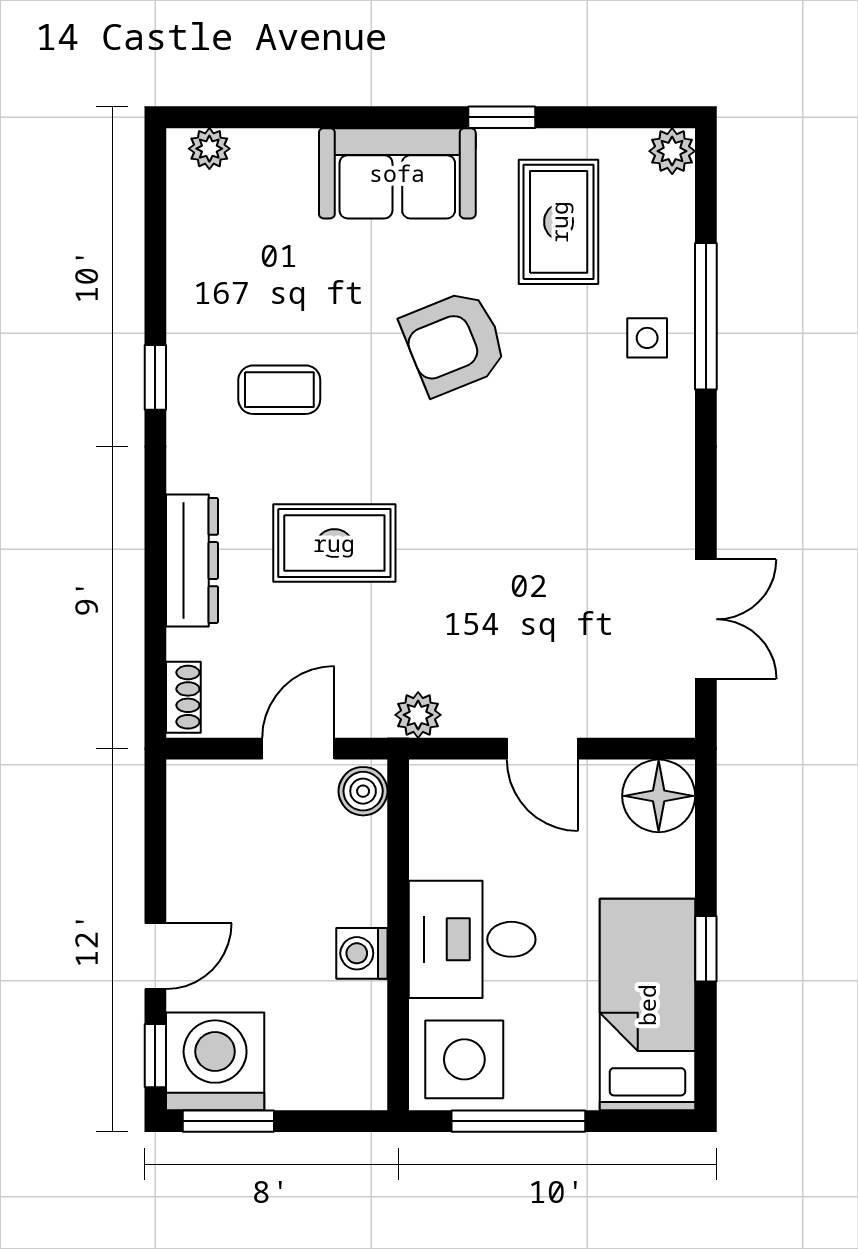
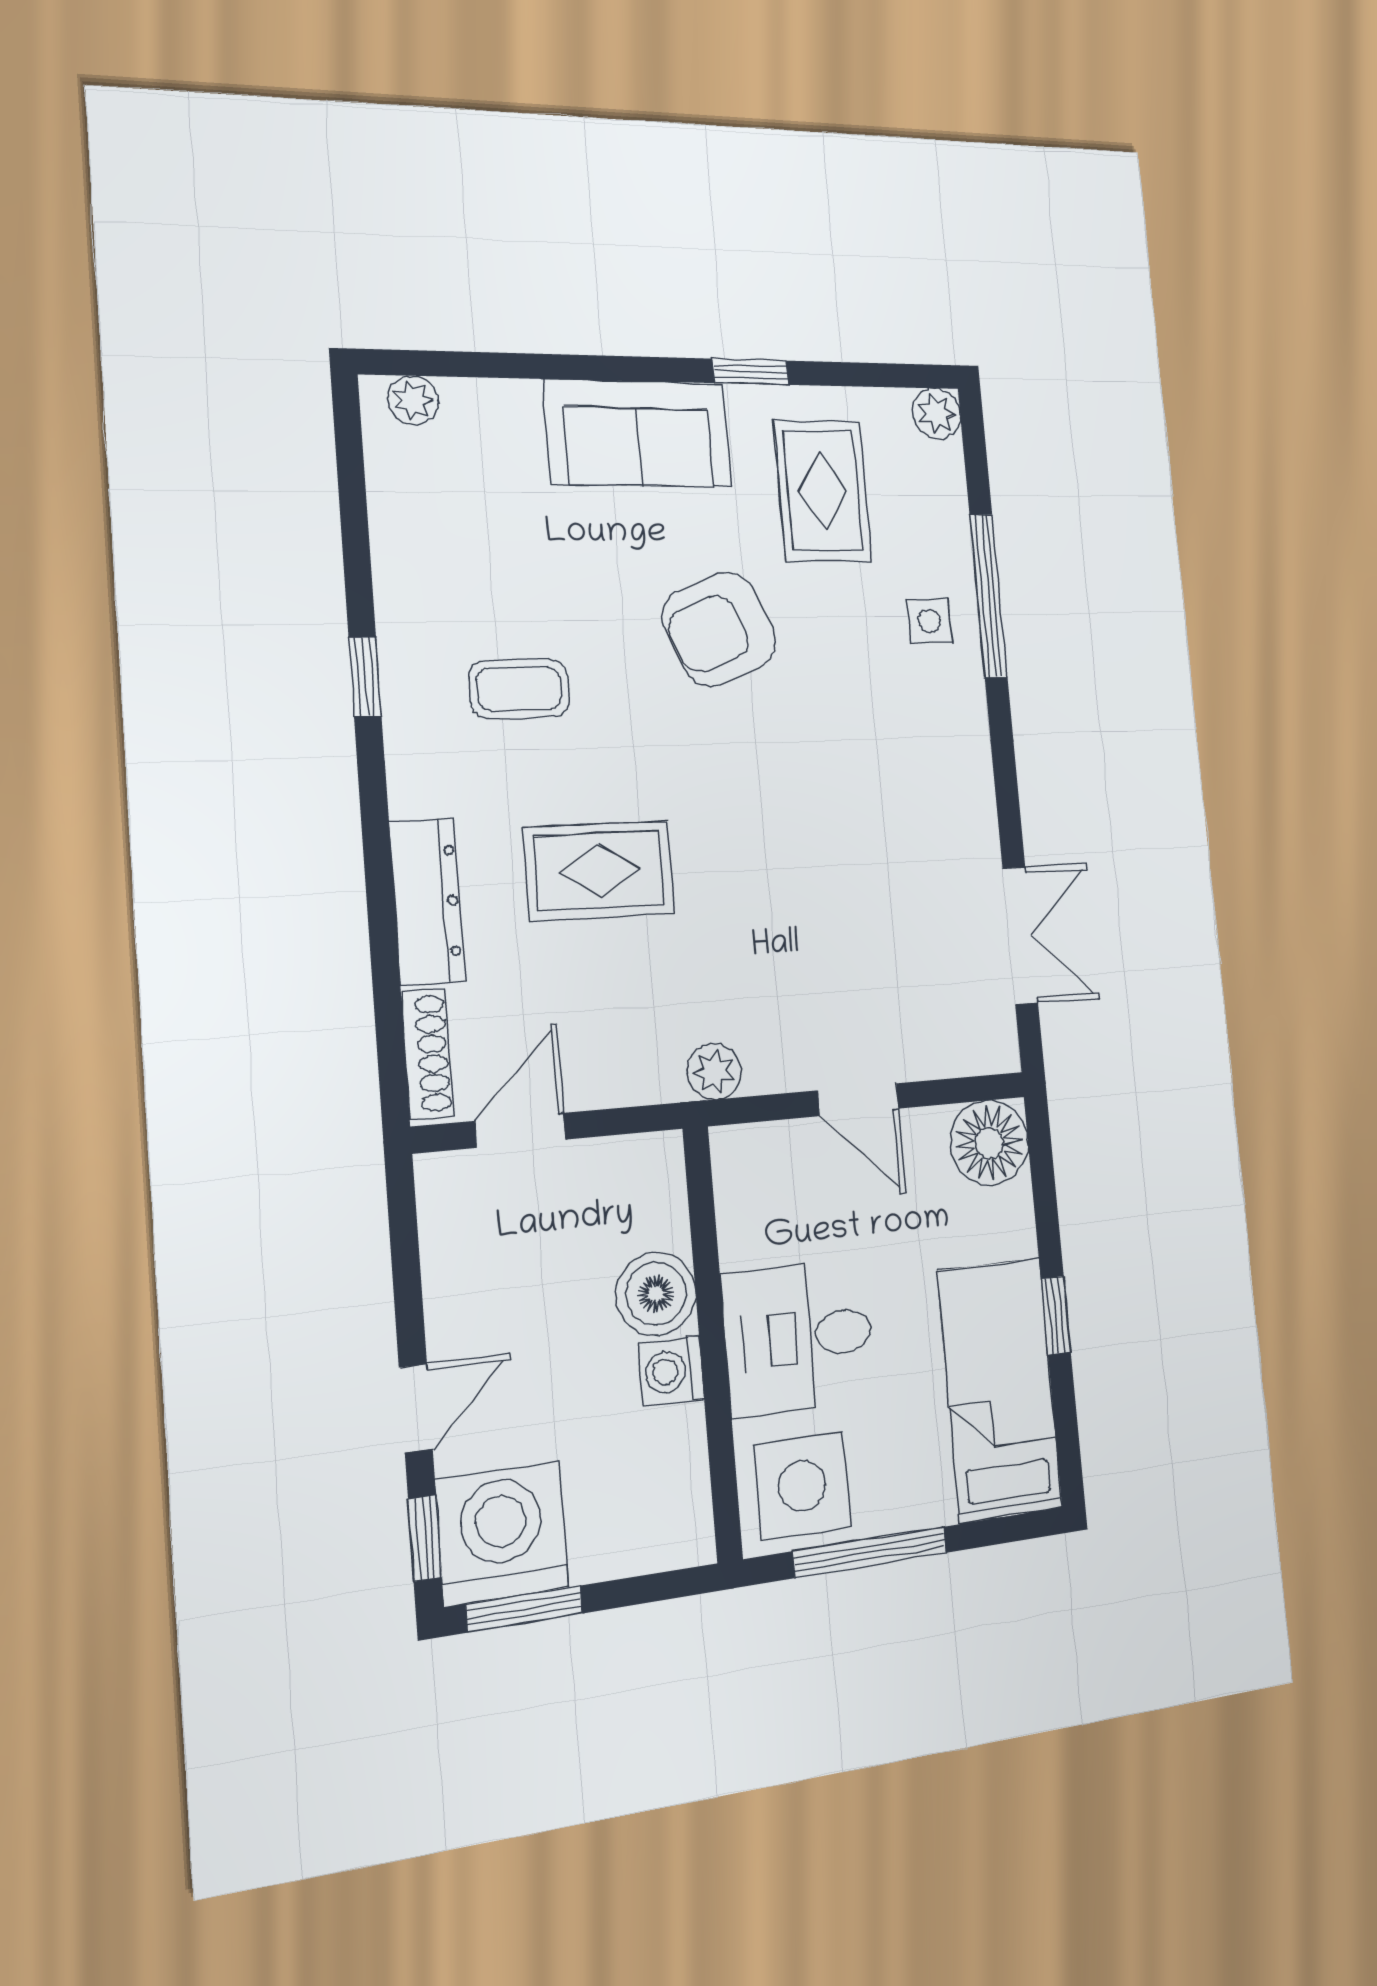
shoe rack: (183, 697) -> (427, 1054), width x1.43
door: (298, 749) -> (520, 1130), moved
boiler: (363, 791) -> (656, 1294), moved, width x1.36, depth x1.36

